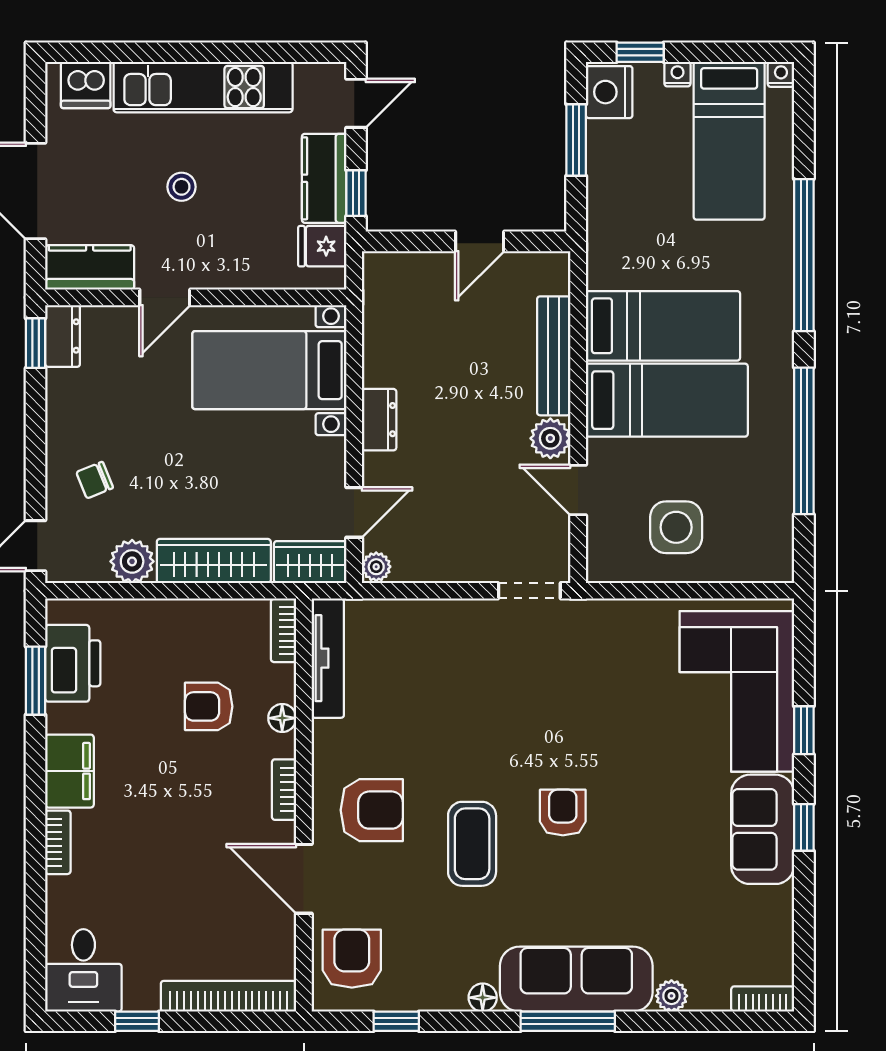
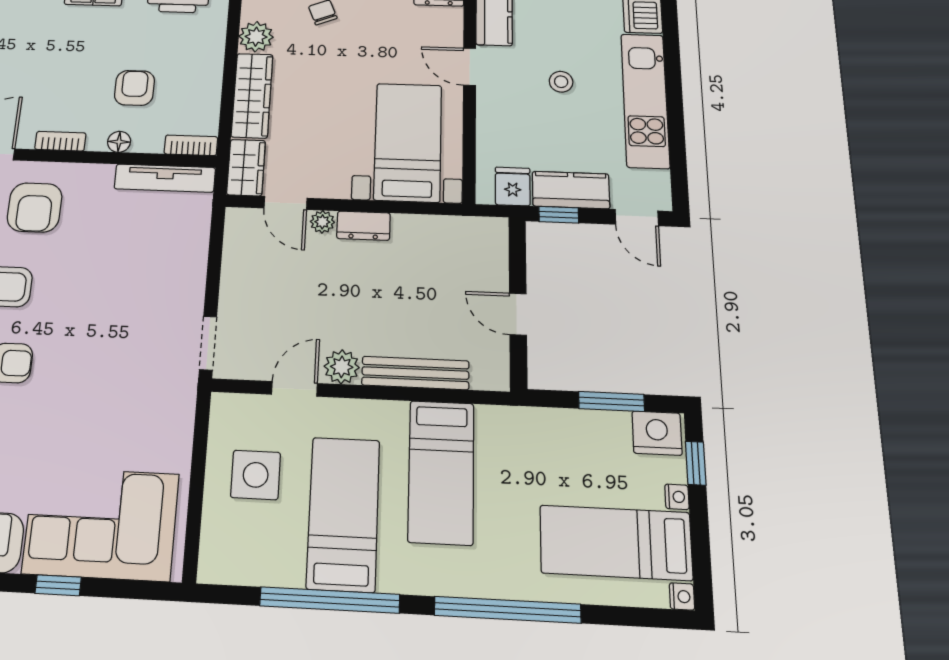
bed: (667, 400) -> (343, 514), moved, turned 180
plant: (376, 567) -> (322, 222), moved

